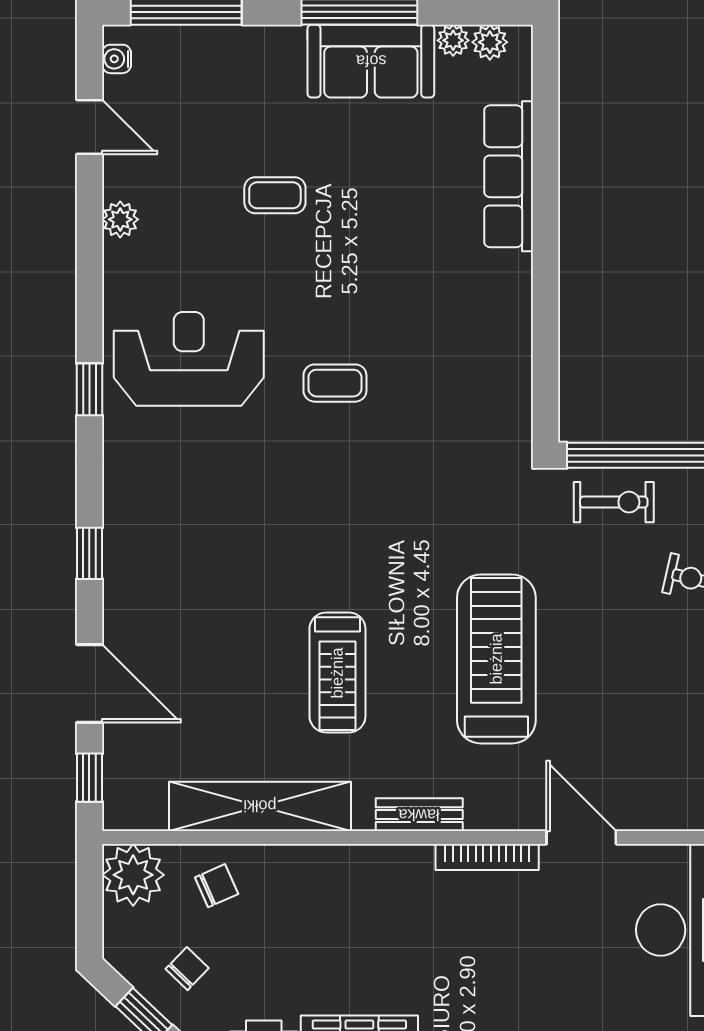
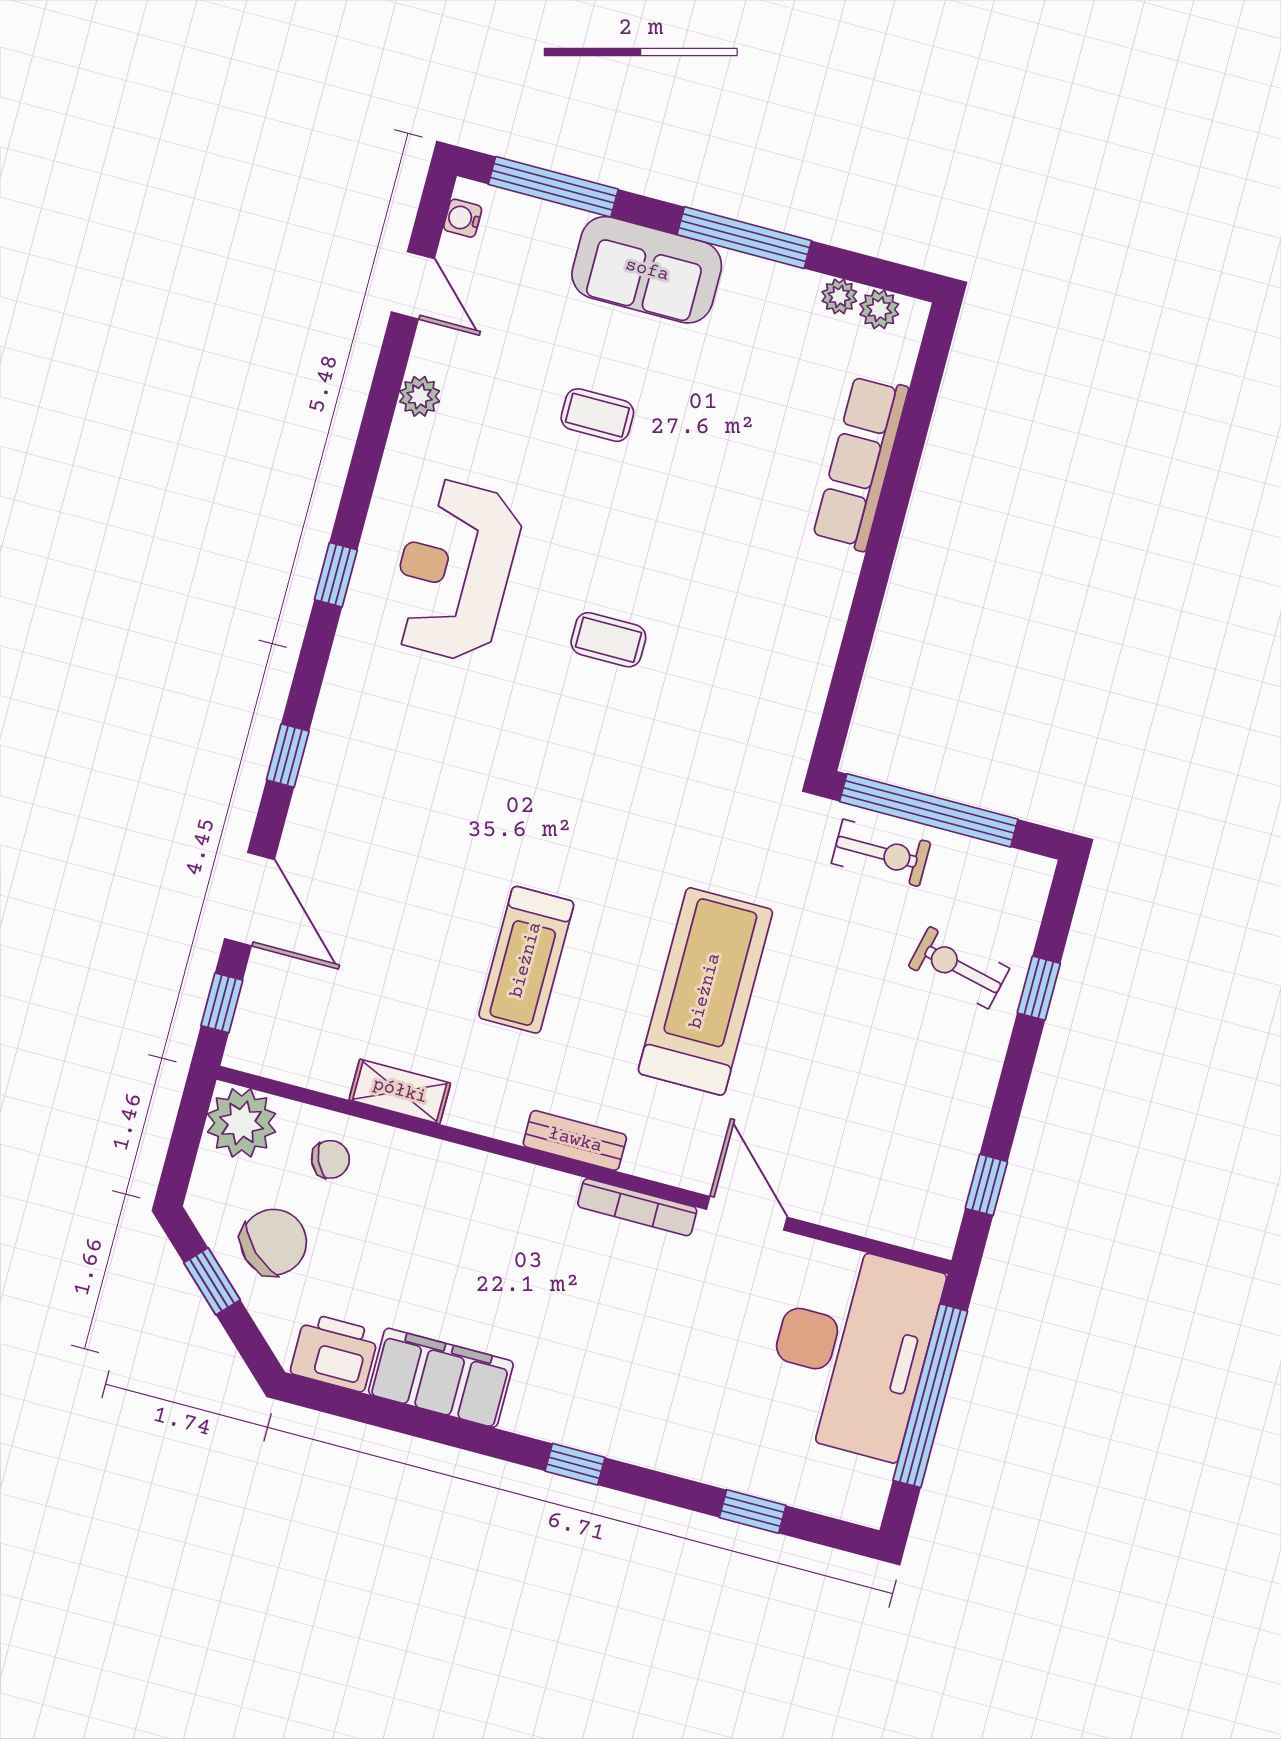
sofa: (371, 61) -> (647, 270), moved
reception desk: (189, 359) -> (454, 570), turned -90
shelving: (260, 806) -> (400, 1091), width x0.45, depth x0.75
chair: (187, 969) -> (274, 1242), width x1.87, depth x1.87

